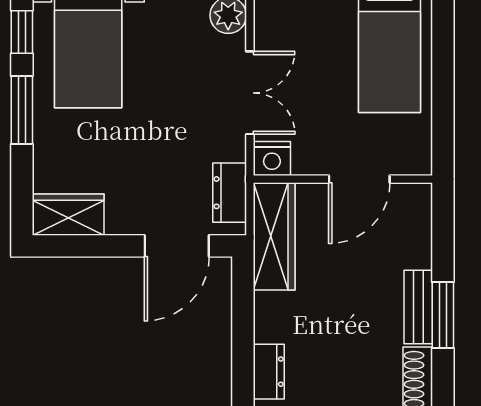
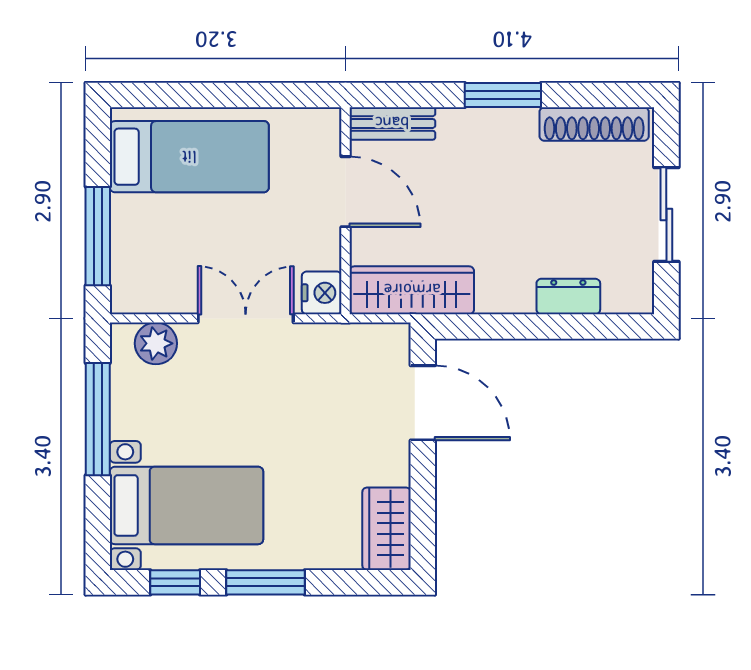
dresser: (230, 193) -> (361, 342), removed
bench: (418, 307) -> (392, 123), moved

